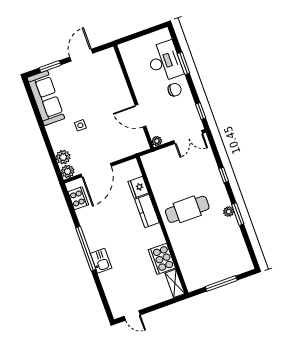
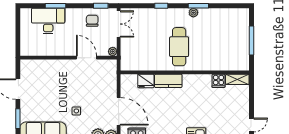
chair: (175, 90) -> (92, 21), moved
door: (141, 116) -> (86, 58), swing flipped
cooker: (162, 259) -> (218, 81), width x0.53, depth x0.76

